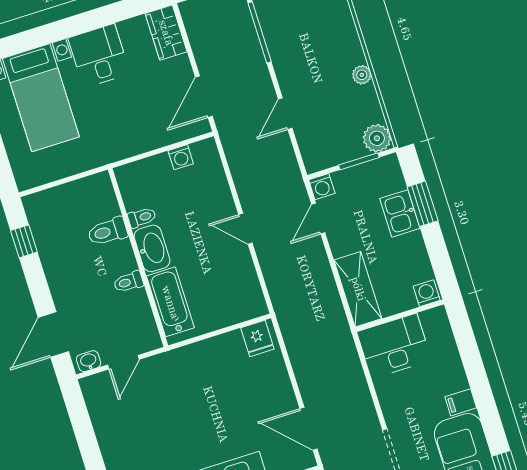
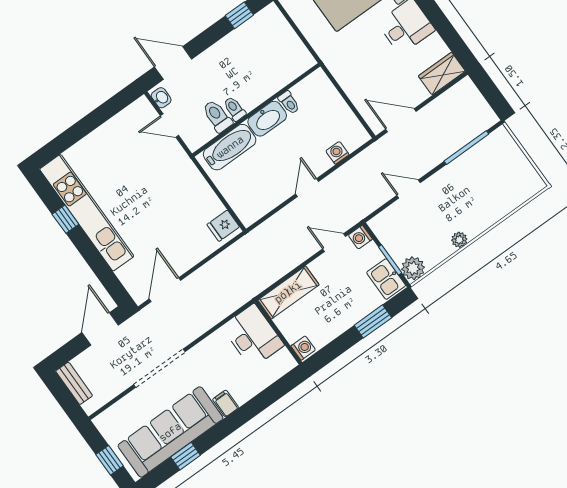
washing machine: (181, 157) -> (337, 153), moved, turned 90
kitchen sink: (400, 213) -> (386, 279), moved, turned -90
toilet: (108, 232) -> (217, 116), moved

